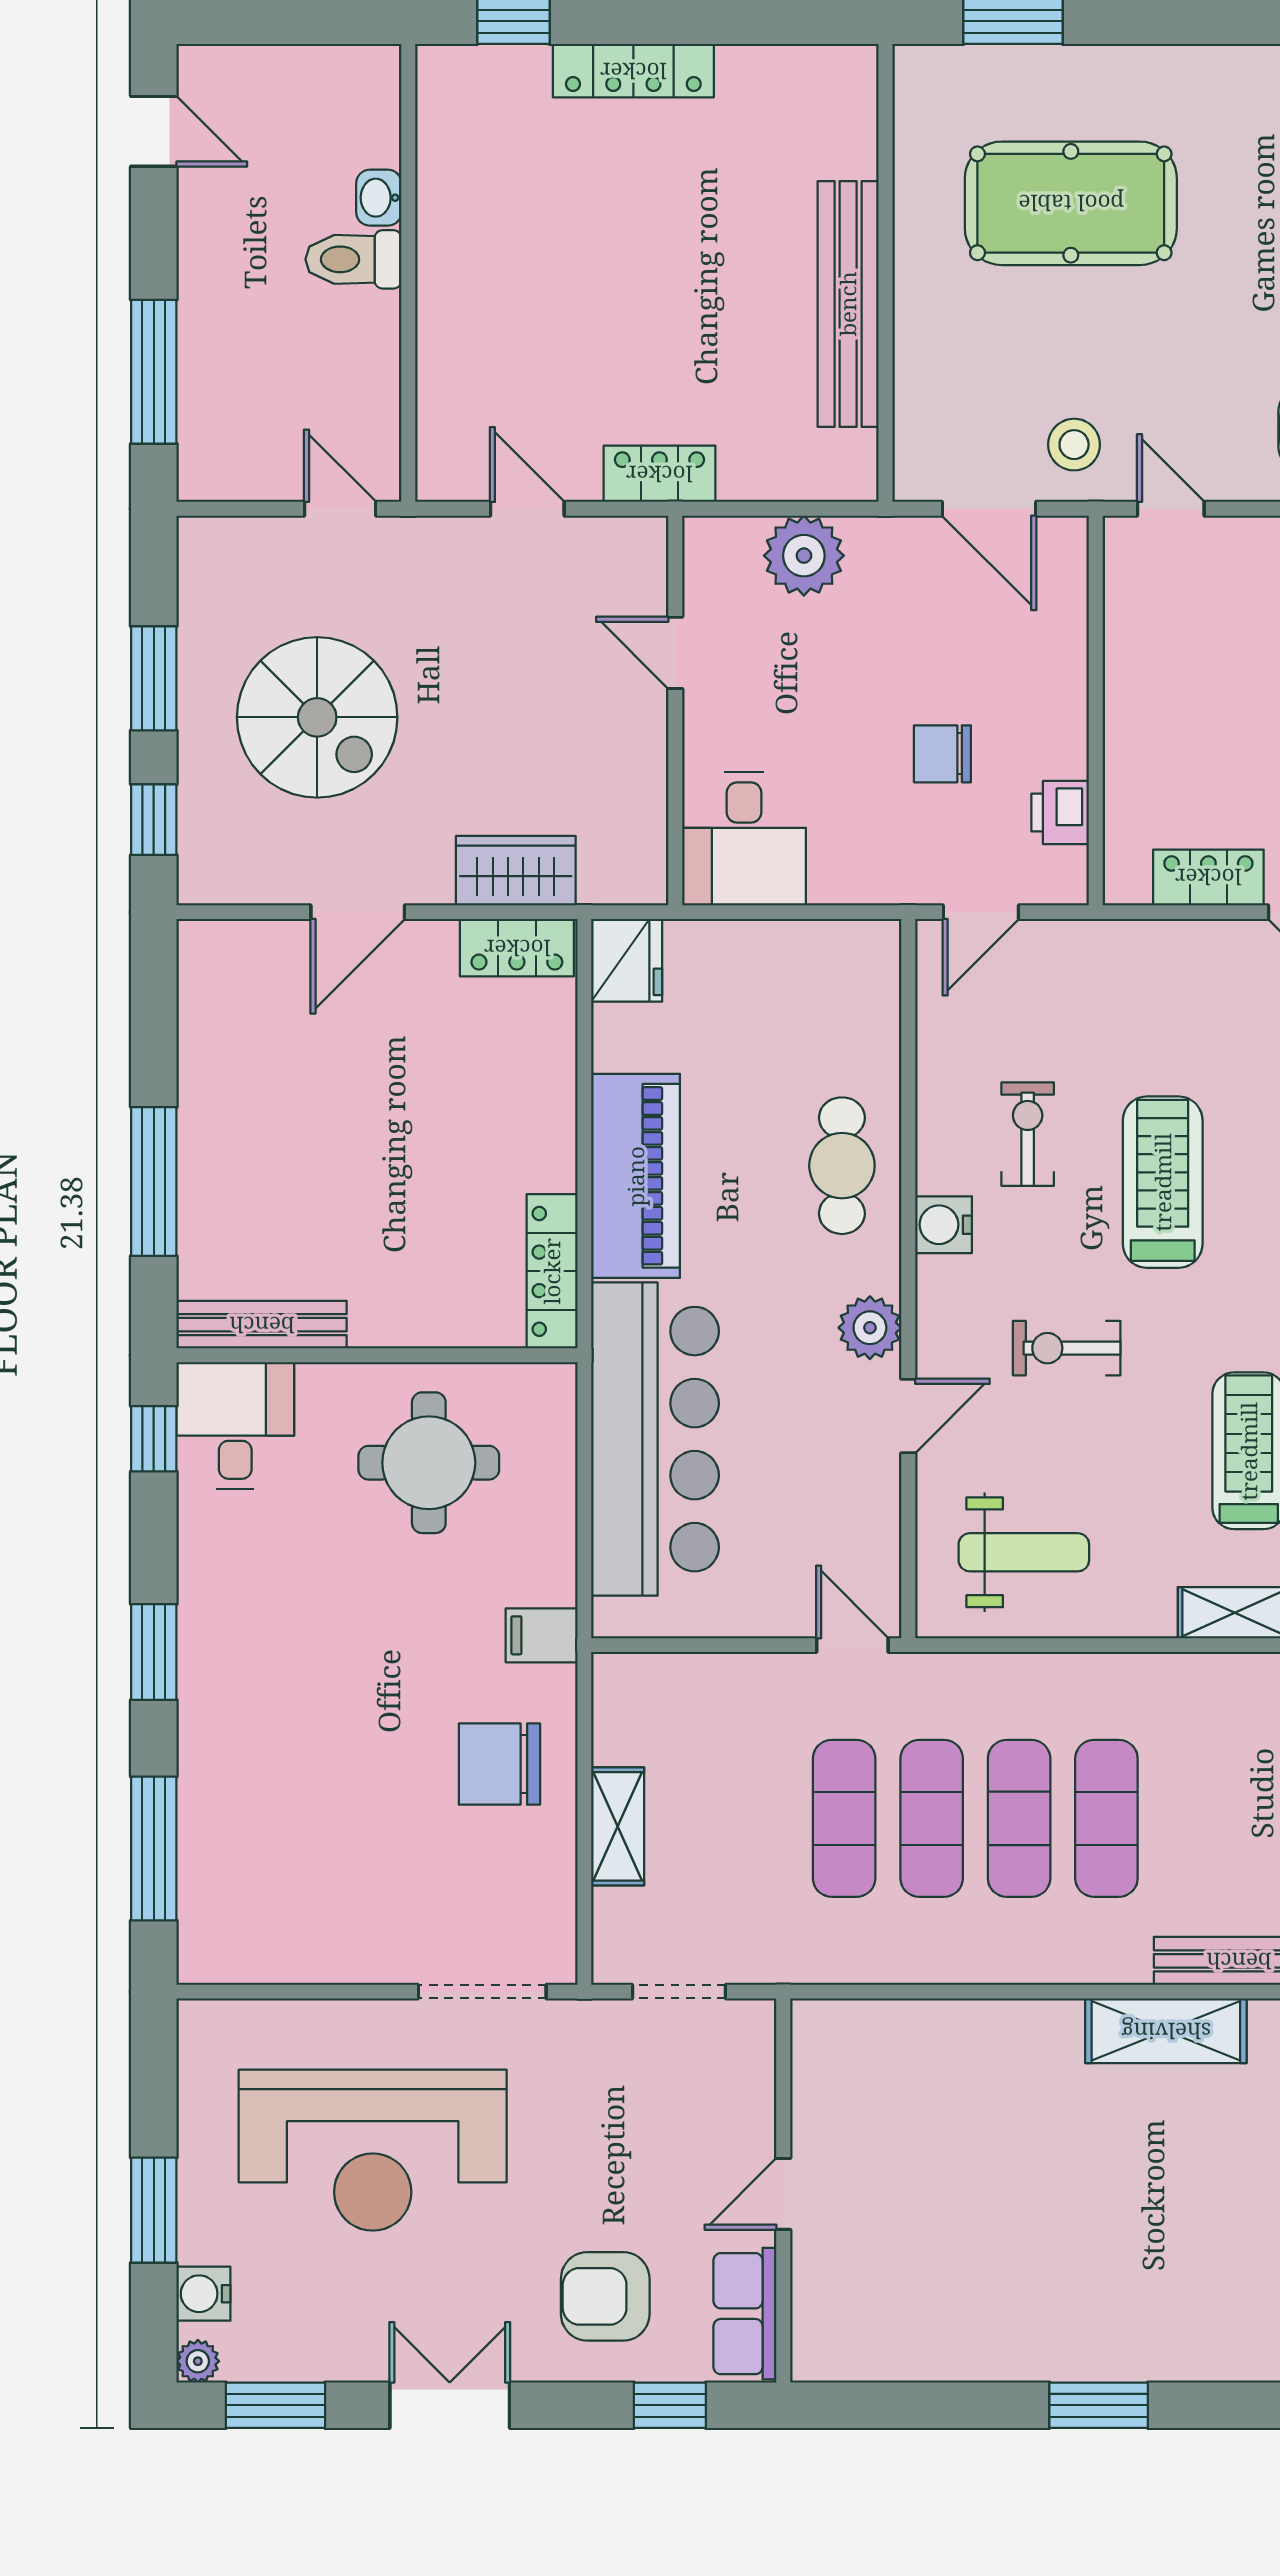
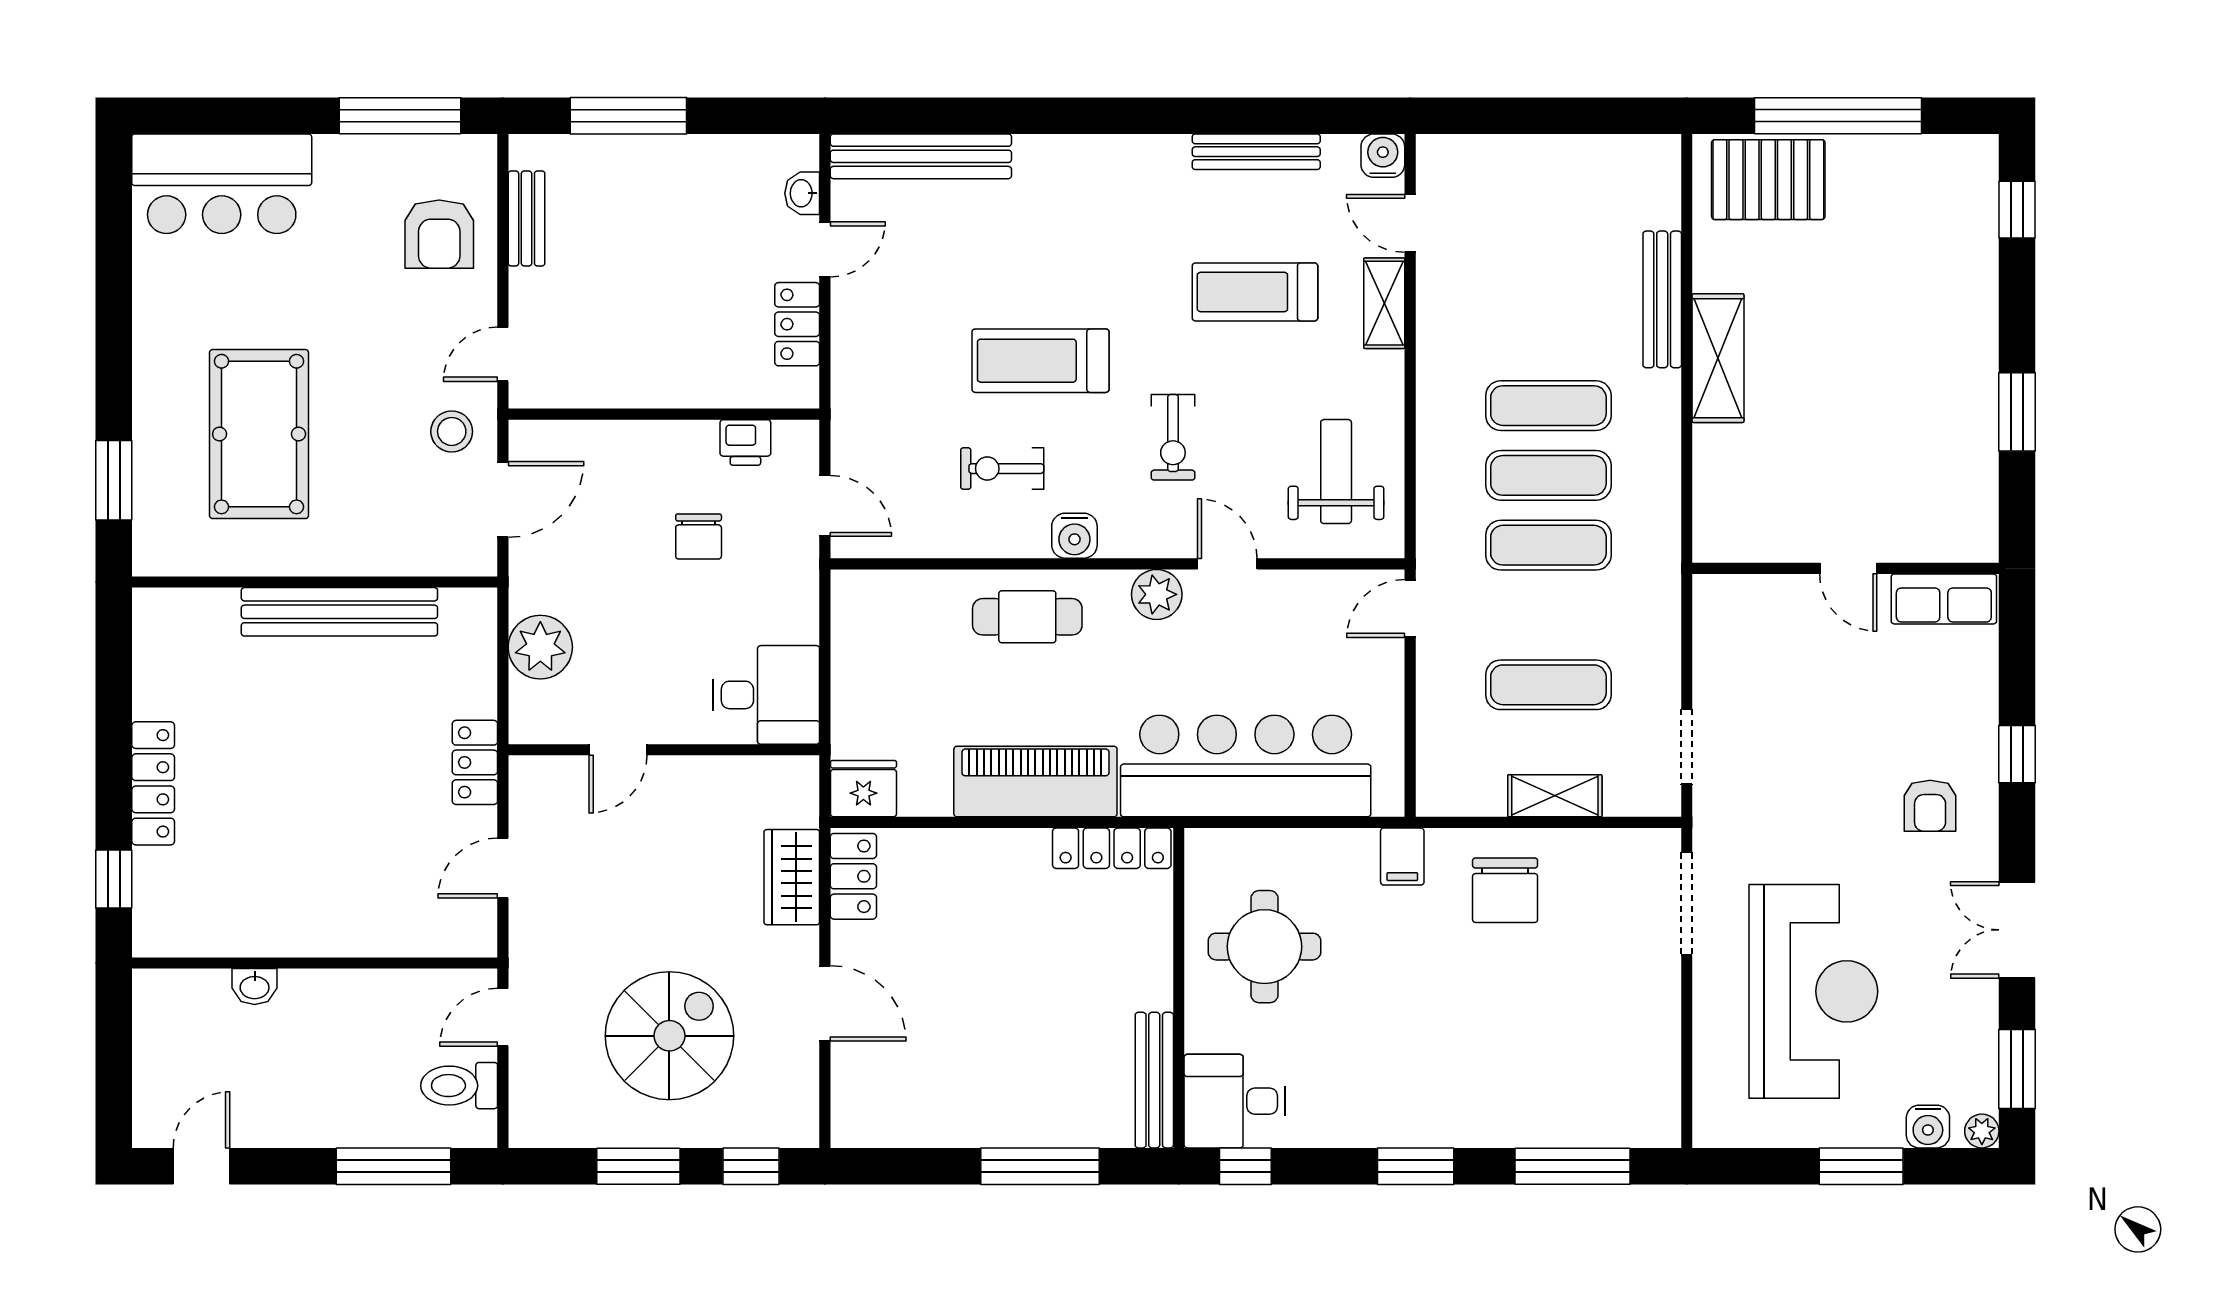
toilet: (353, 259) -> (459, 1086), moved, turned 90
exercise mat: (844, 1818) -> (1548, 685), moved
wall: (783, 2191) -> (1846, 568), moved
door: (783, 2194) -> (1848, 568), moved
armchair: (605, 2296) -> (1930, 806), width x0.72, depth x0.72
row of seats: (745, 2314) -> (1944, 599), moved

